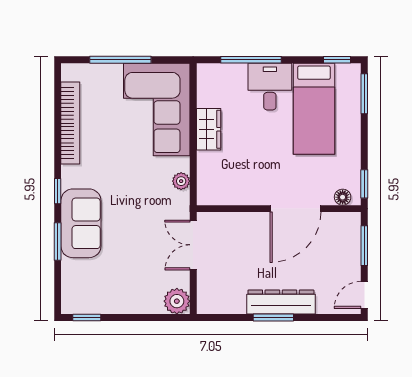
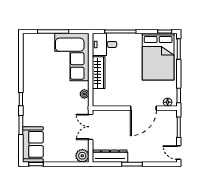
desk: (270, 87) -> (104, 44), moved, turned -90
bed: (314, 109) -> (158, 57), width x1.50
bookcase: (70, 123) -> (27, 64), removed
wardrobe: (209, 129) -> (99, 73), width x1.50
sofa: (81, 223) -> (33, 144), moved
door: (364, 295) -> (179, 153), hinge flipped
dresser: (281, 302) -> (110, 156), moved

